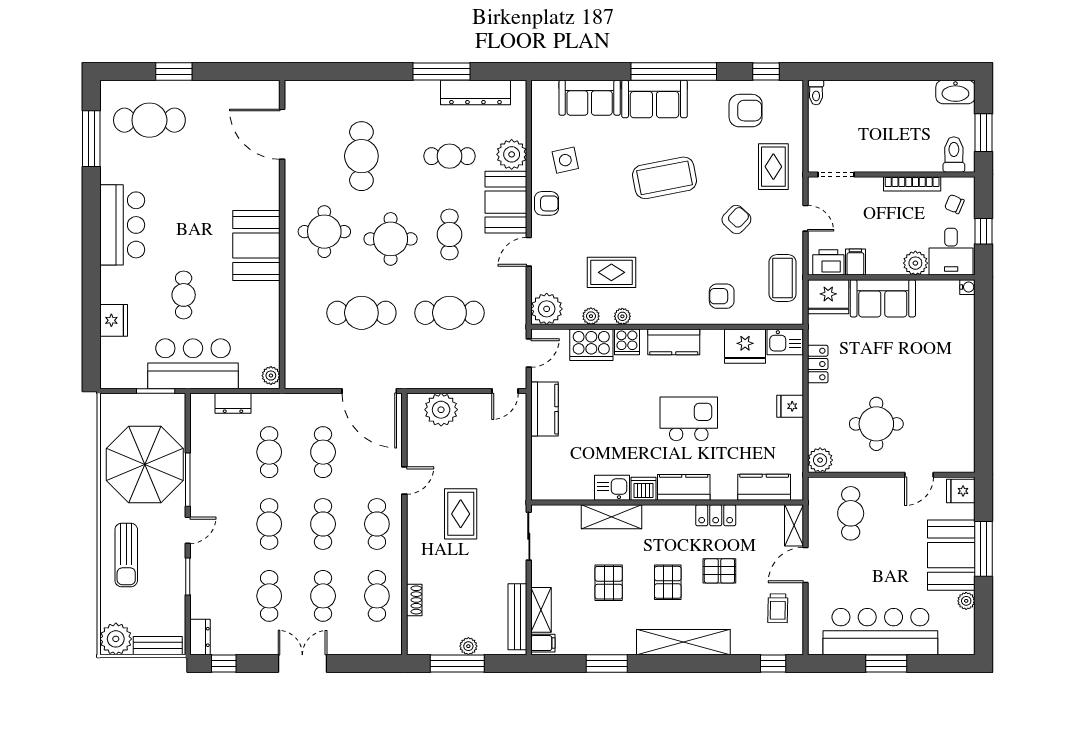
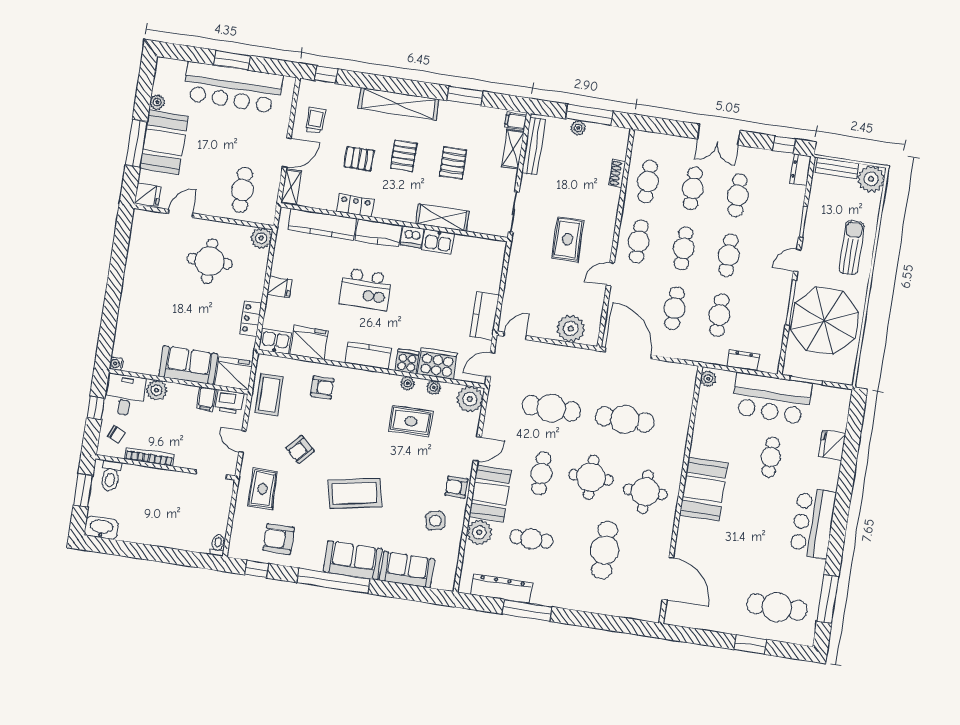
kitchen counter: (764, 487) -> (322, 224), width x1.50

